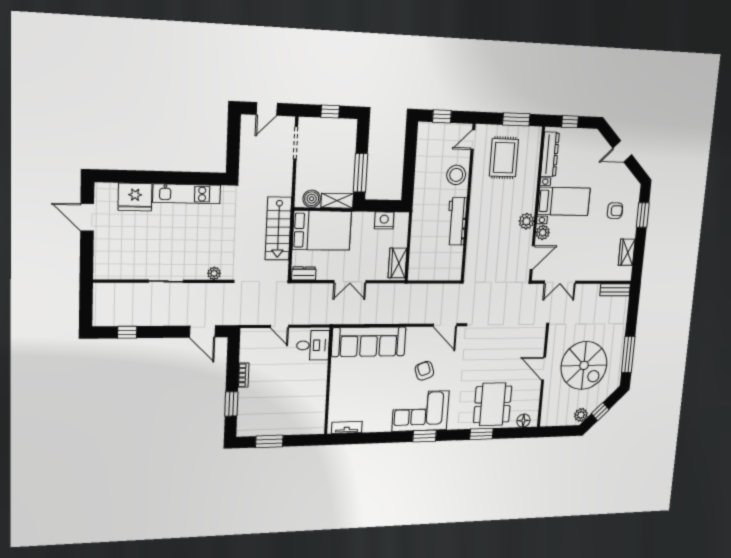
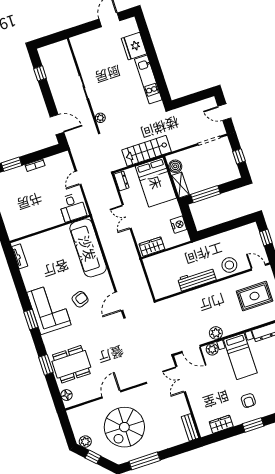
door: (202, 332) -> (57, 125), swing flipped

